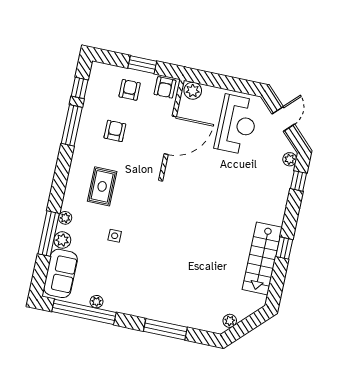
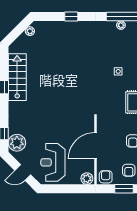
door: (283, 119) -> (23, 173), hinge flipped
plant: (290, 159) -> (17, 143), width x1.87, depth x1.87
window: (165, 329) -> (71, 17), width x0.46

